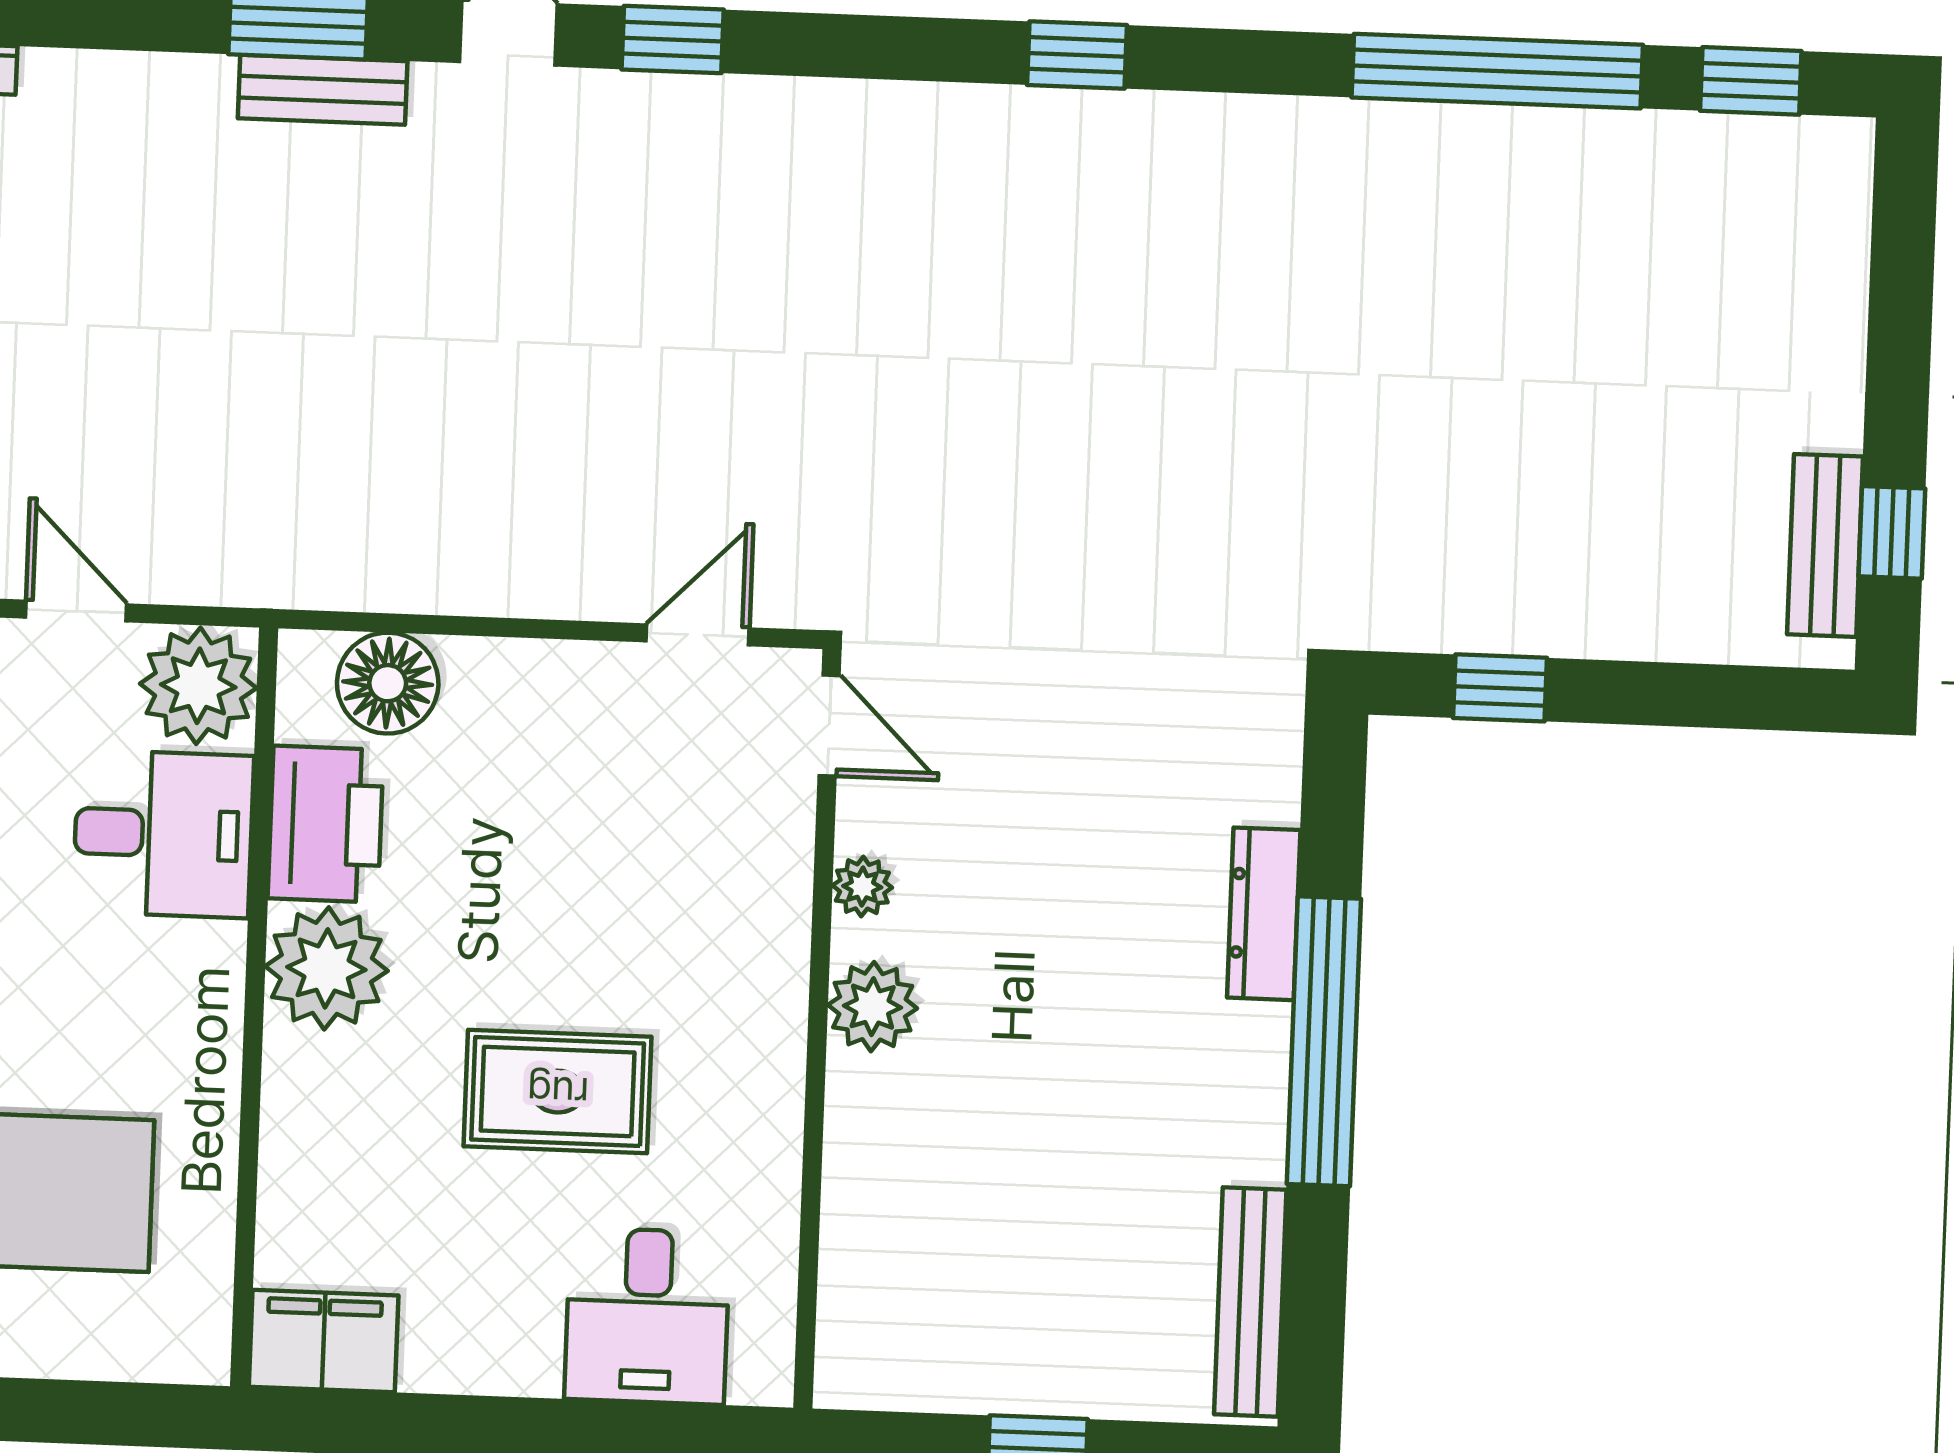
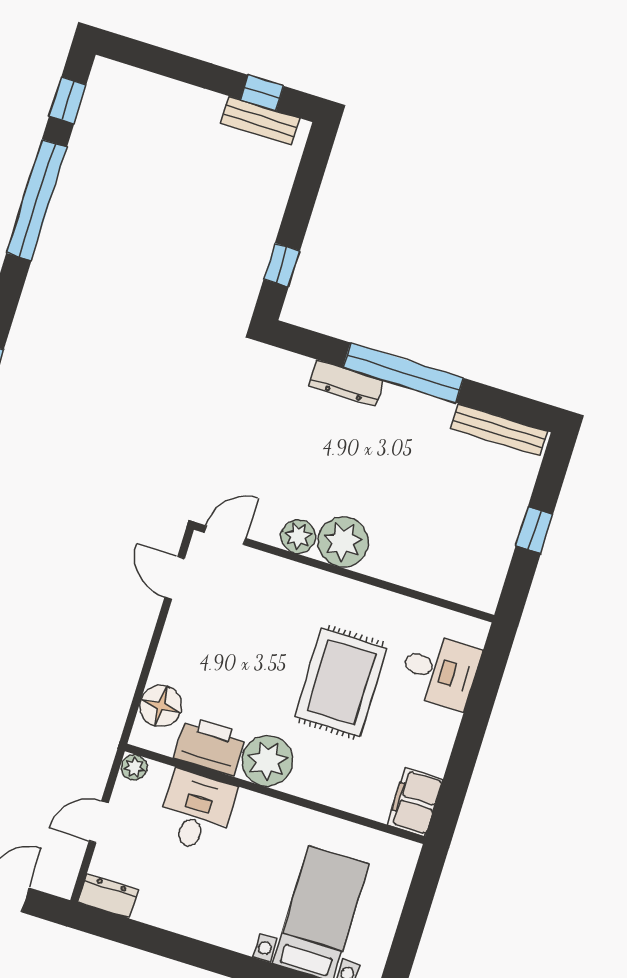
plant: (198, 686) -> (134, 767), width x0.53, depth x0.53
plant: (862, 887) -> (298, 536), width x1.38, depth x1.38
plant: (873, 1007) -> (343, 542), width x1.36, depth x1.36
rug: (558, 1092) -> (341, 682), width x1.36, depth x1.43

